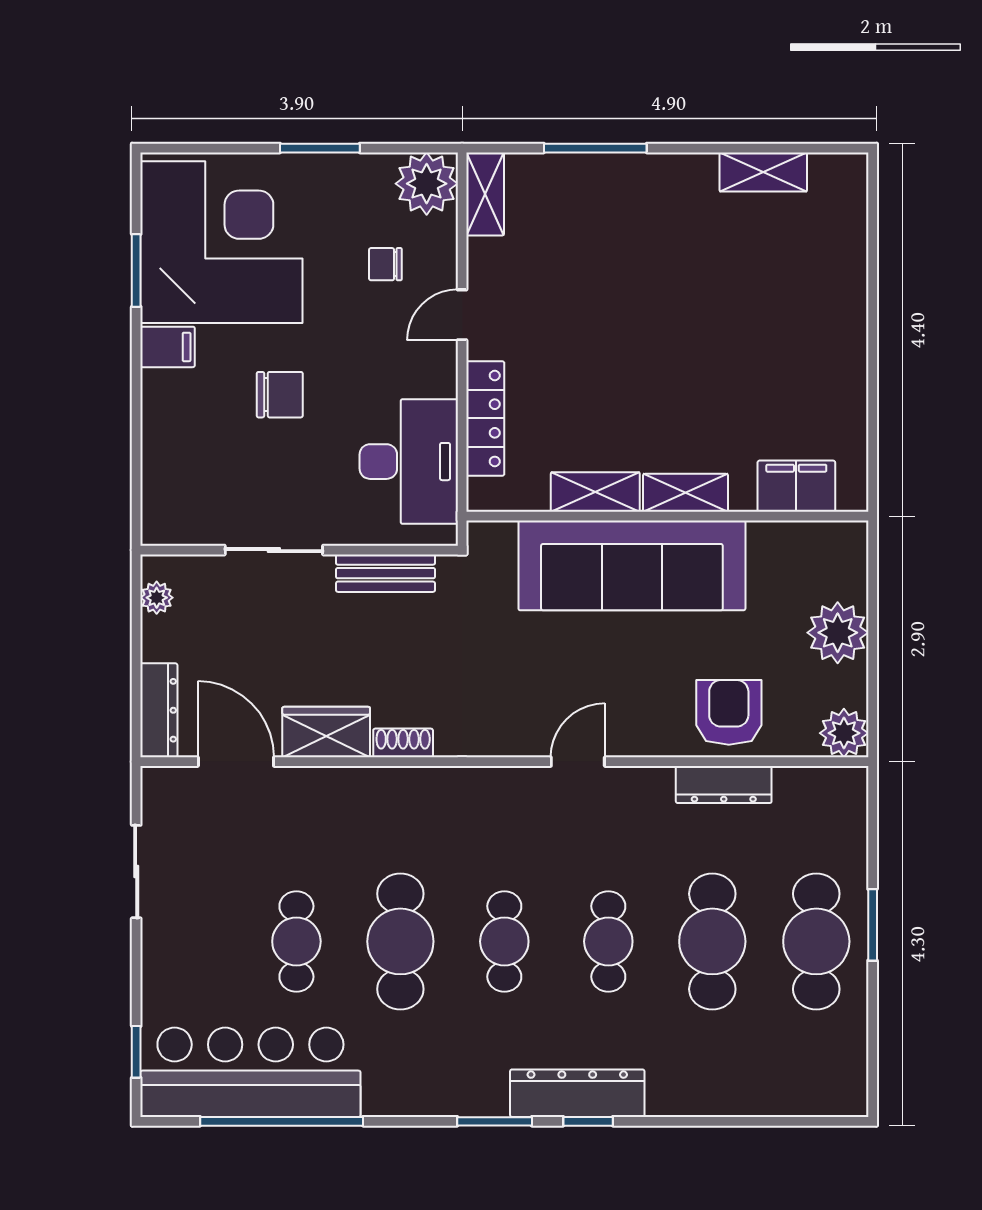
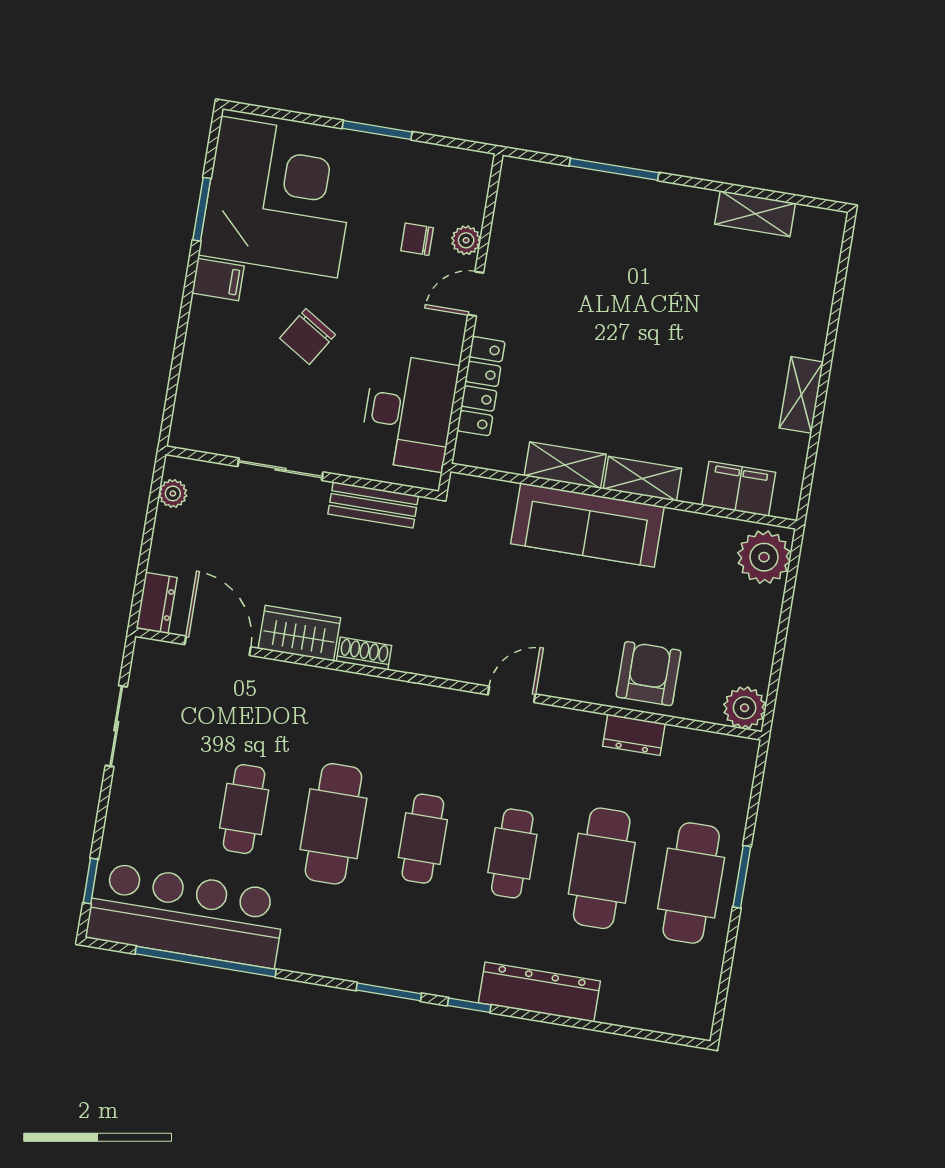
plant: (427, 184) -> (466, 240), moved, width x0.53, depth x0.53
shelving: (485, 194) -> (801, 395), moved
chair: (280, 395) -> (308, 336), turned 122
sofa: (632, 565) -> (587, 525), width x0.74, depth x0.79
plant: (838, 633) -> (764, 557), moved
dresser: (159, 710) -> (157, 603), width x0.70
dresser: (724, 785) -> (634, 735), width x0.70
dresser: (577, 1093) -> (539, 992), moved

